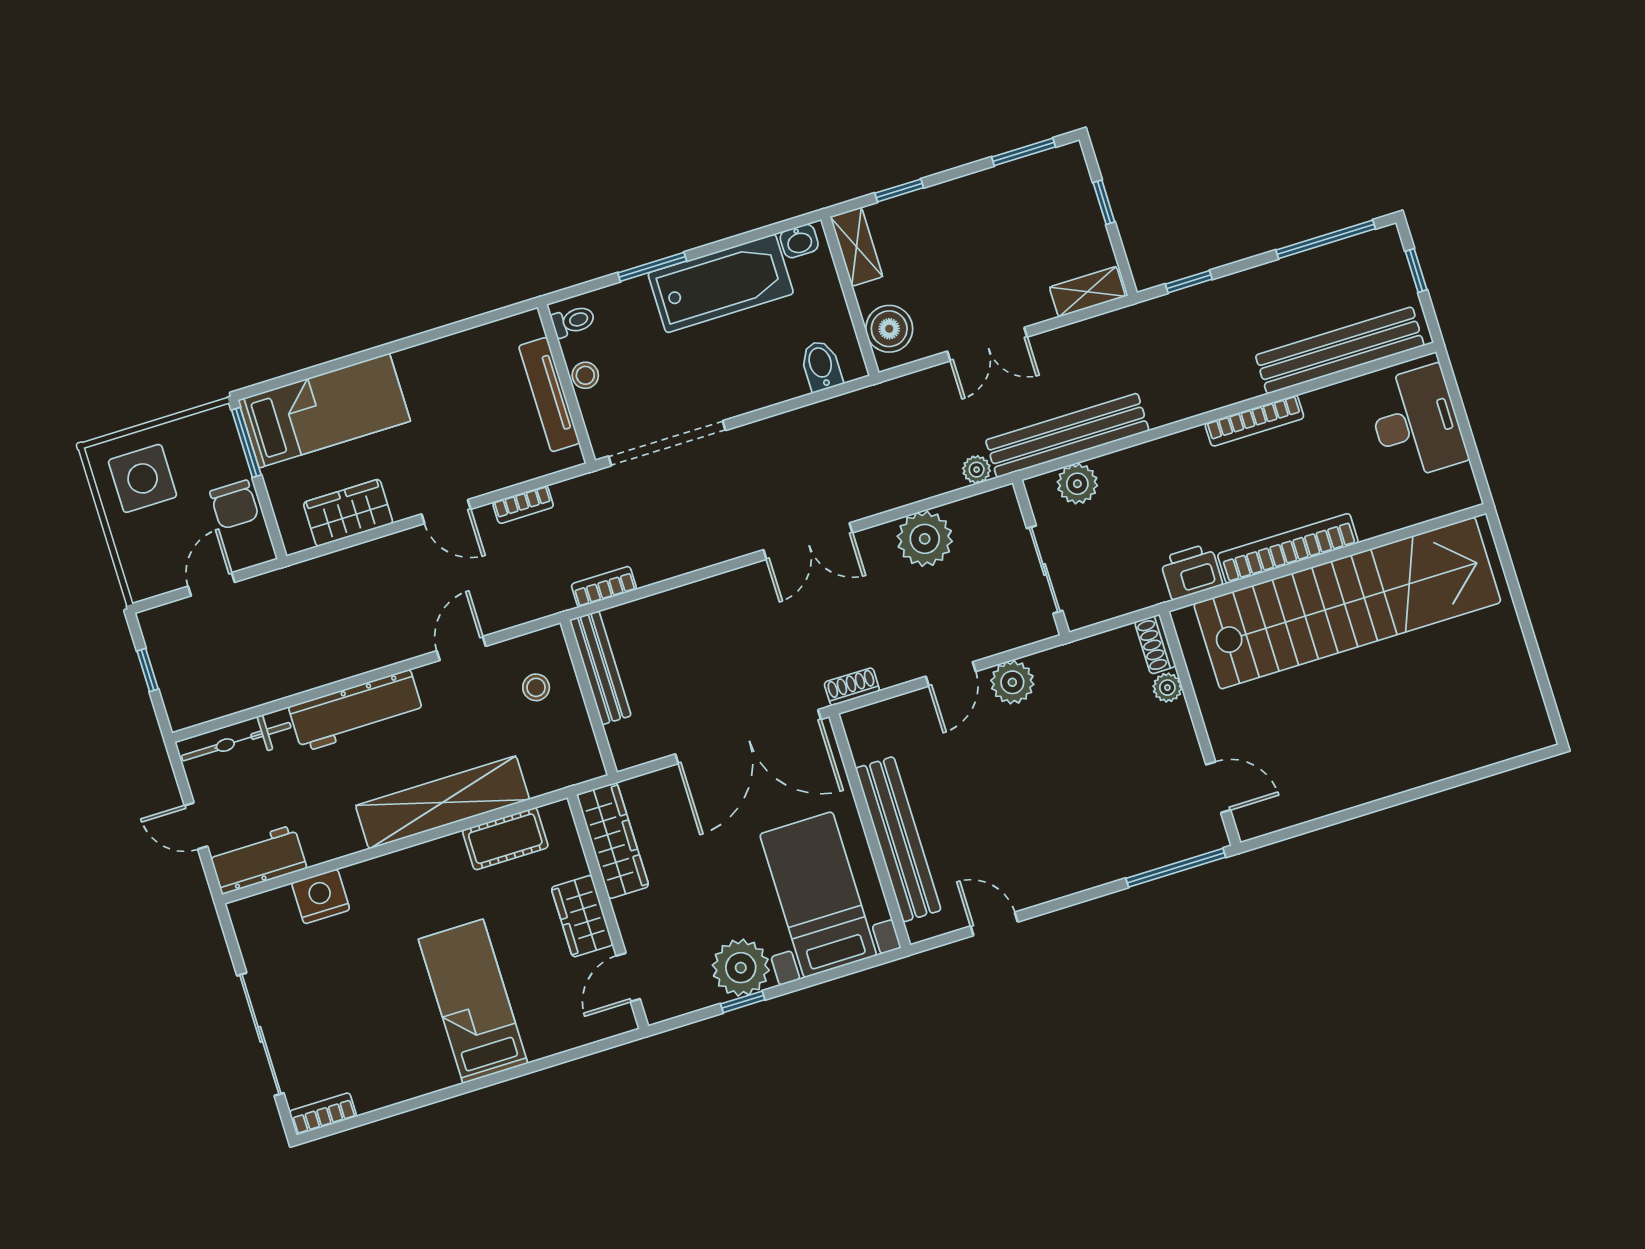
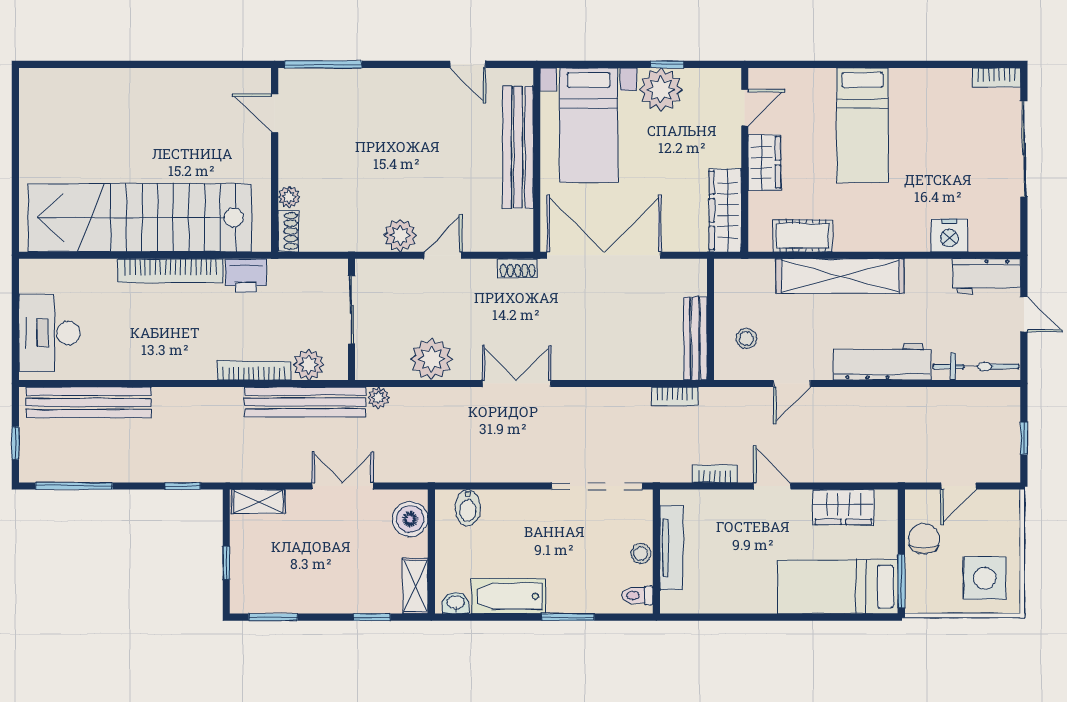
bathtub: (721, 283) -> (509, 596), width x0.73, depth x0.73
bookcase: (1254, 421) -> (254, 371), moved

